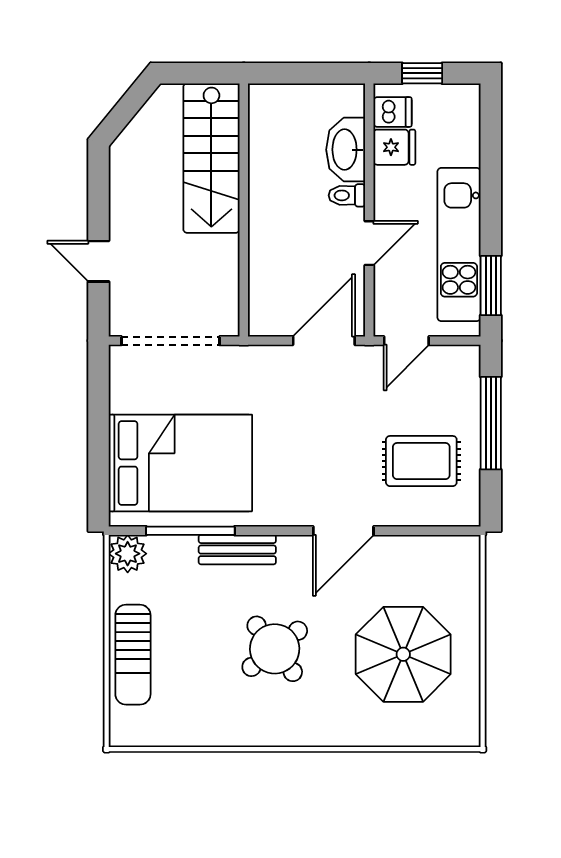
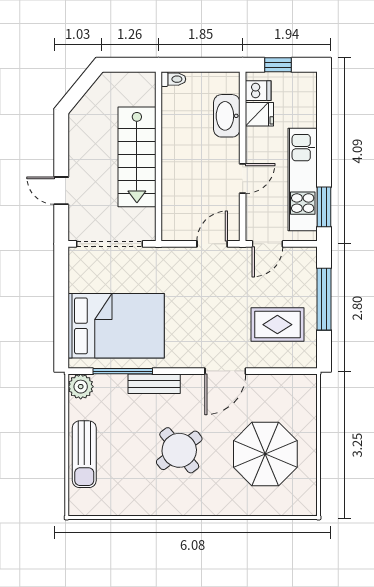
stairs: (211, 158) -> (137, 157), moved
toilet: (347, 195) -> (173, 79), moved, turned 180
door: (324, 341) -> (212, 244), width x0.73

